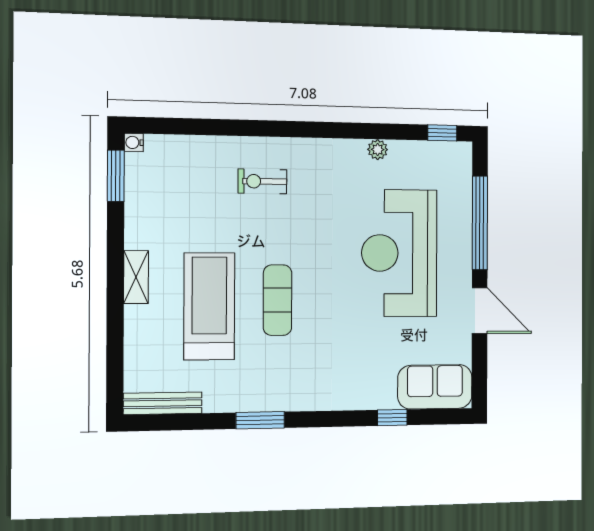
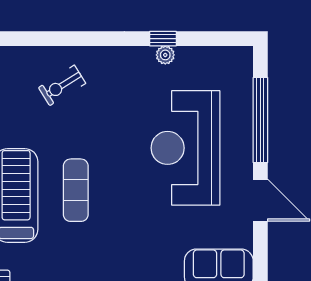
window: (442, 133) -> (163, 39), moved
exercise bike: (262, 181) -> (62, 85), turned -32

